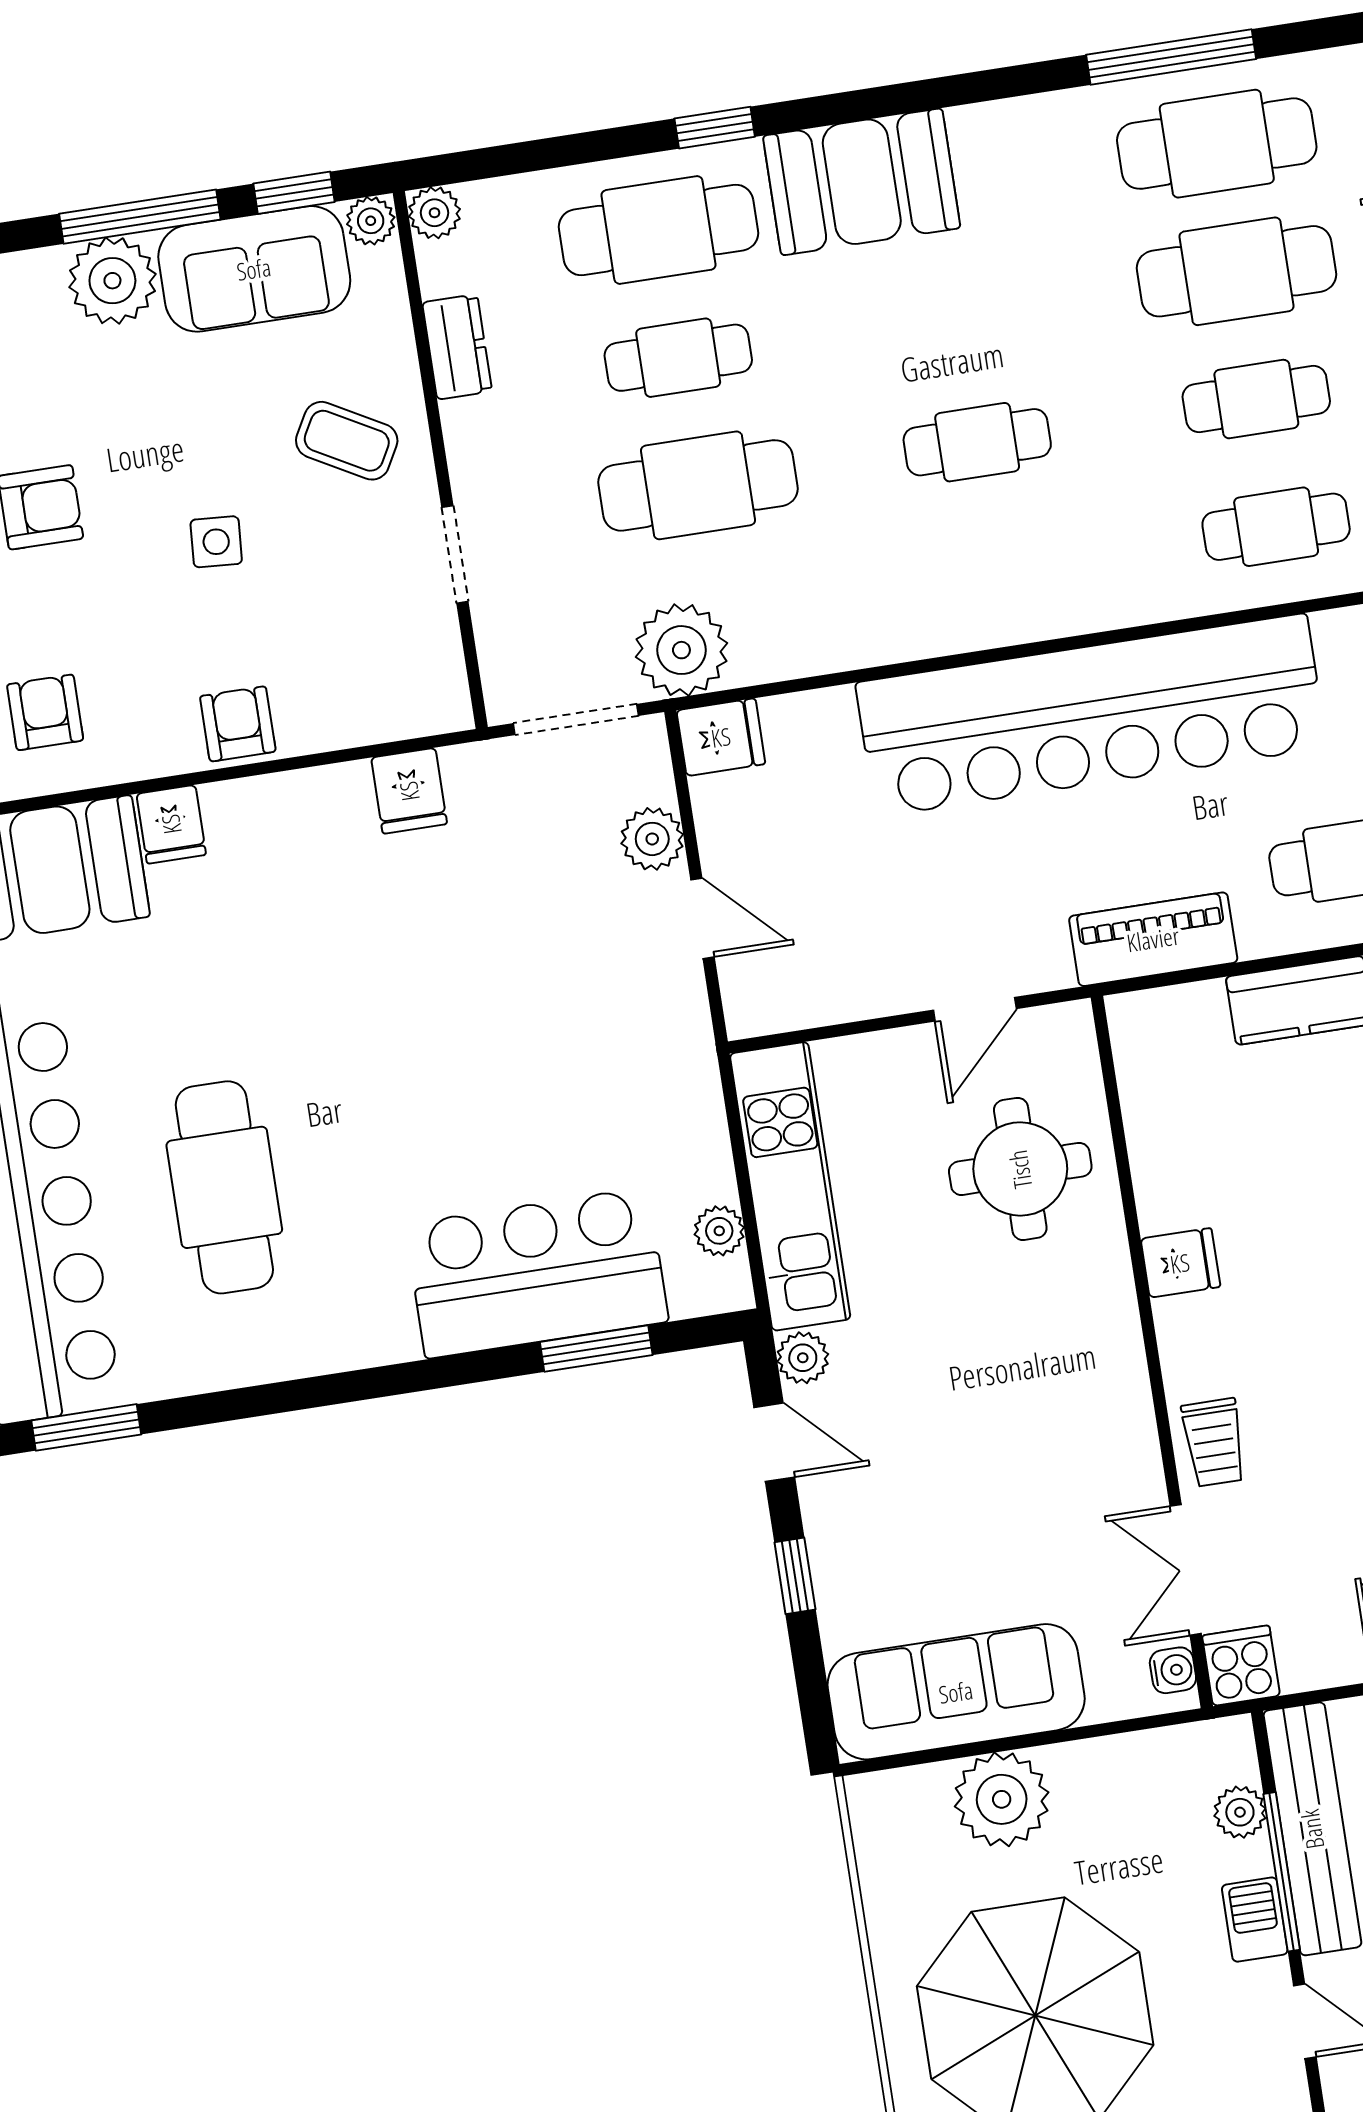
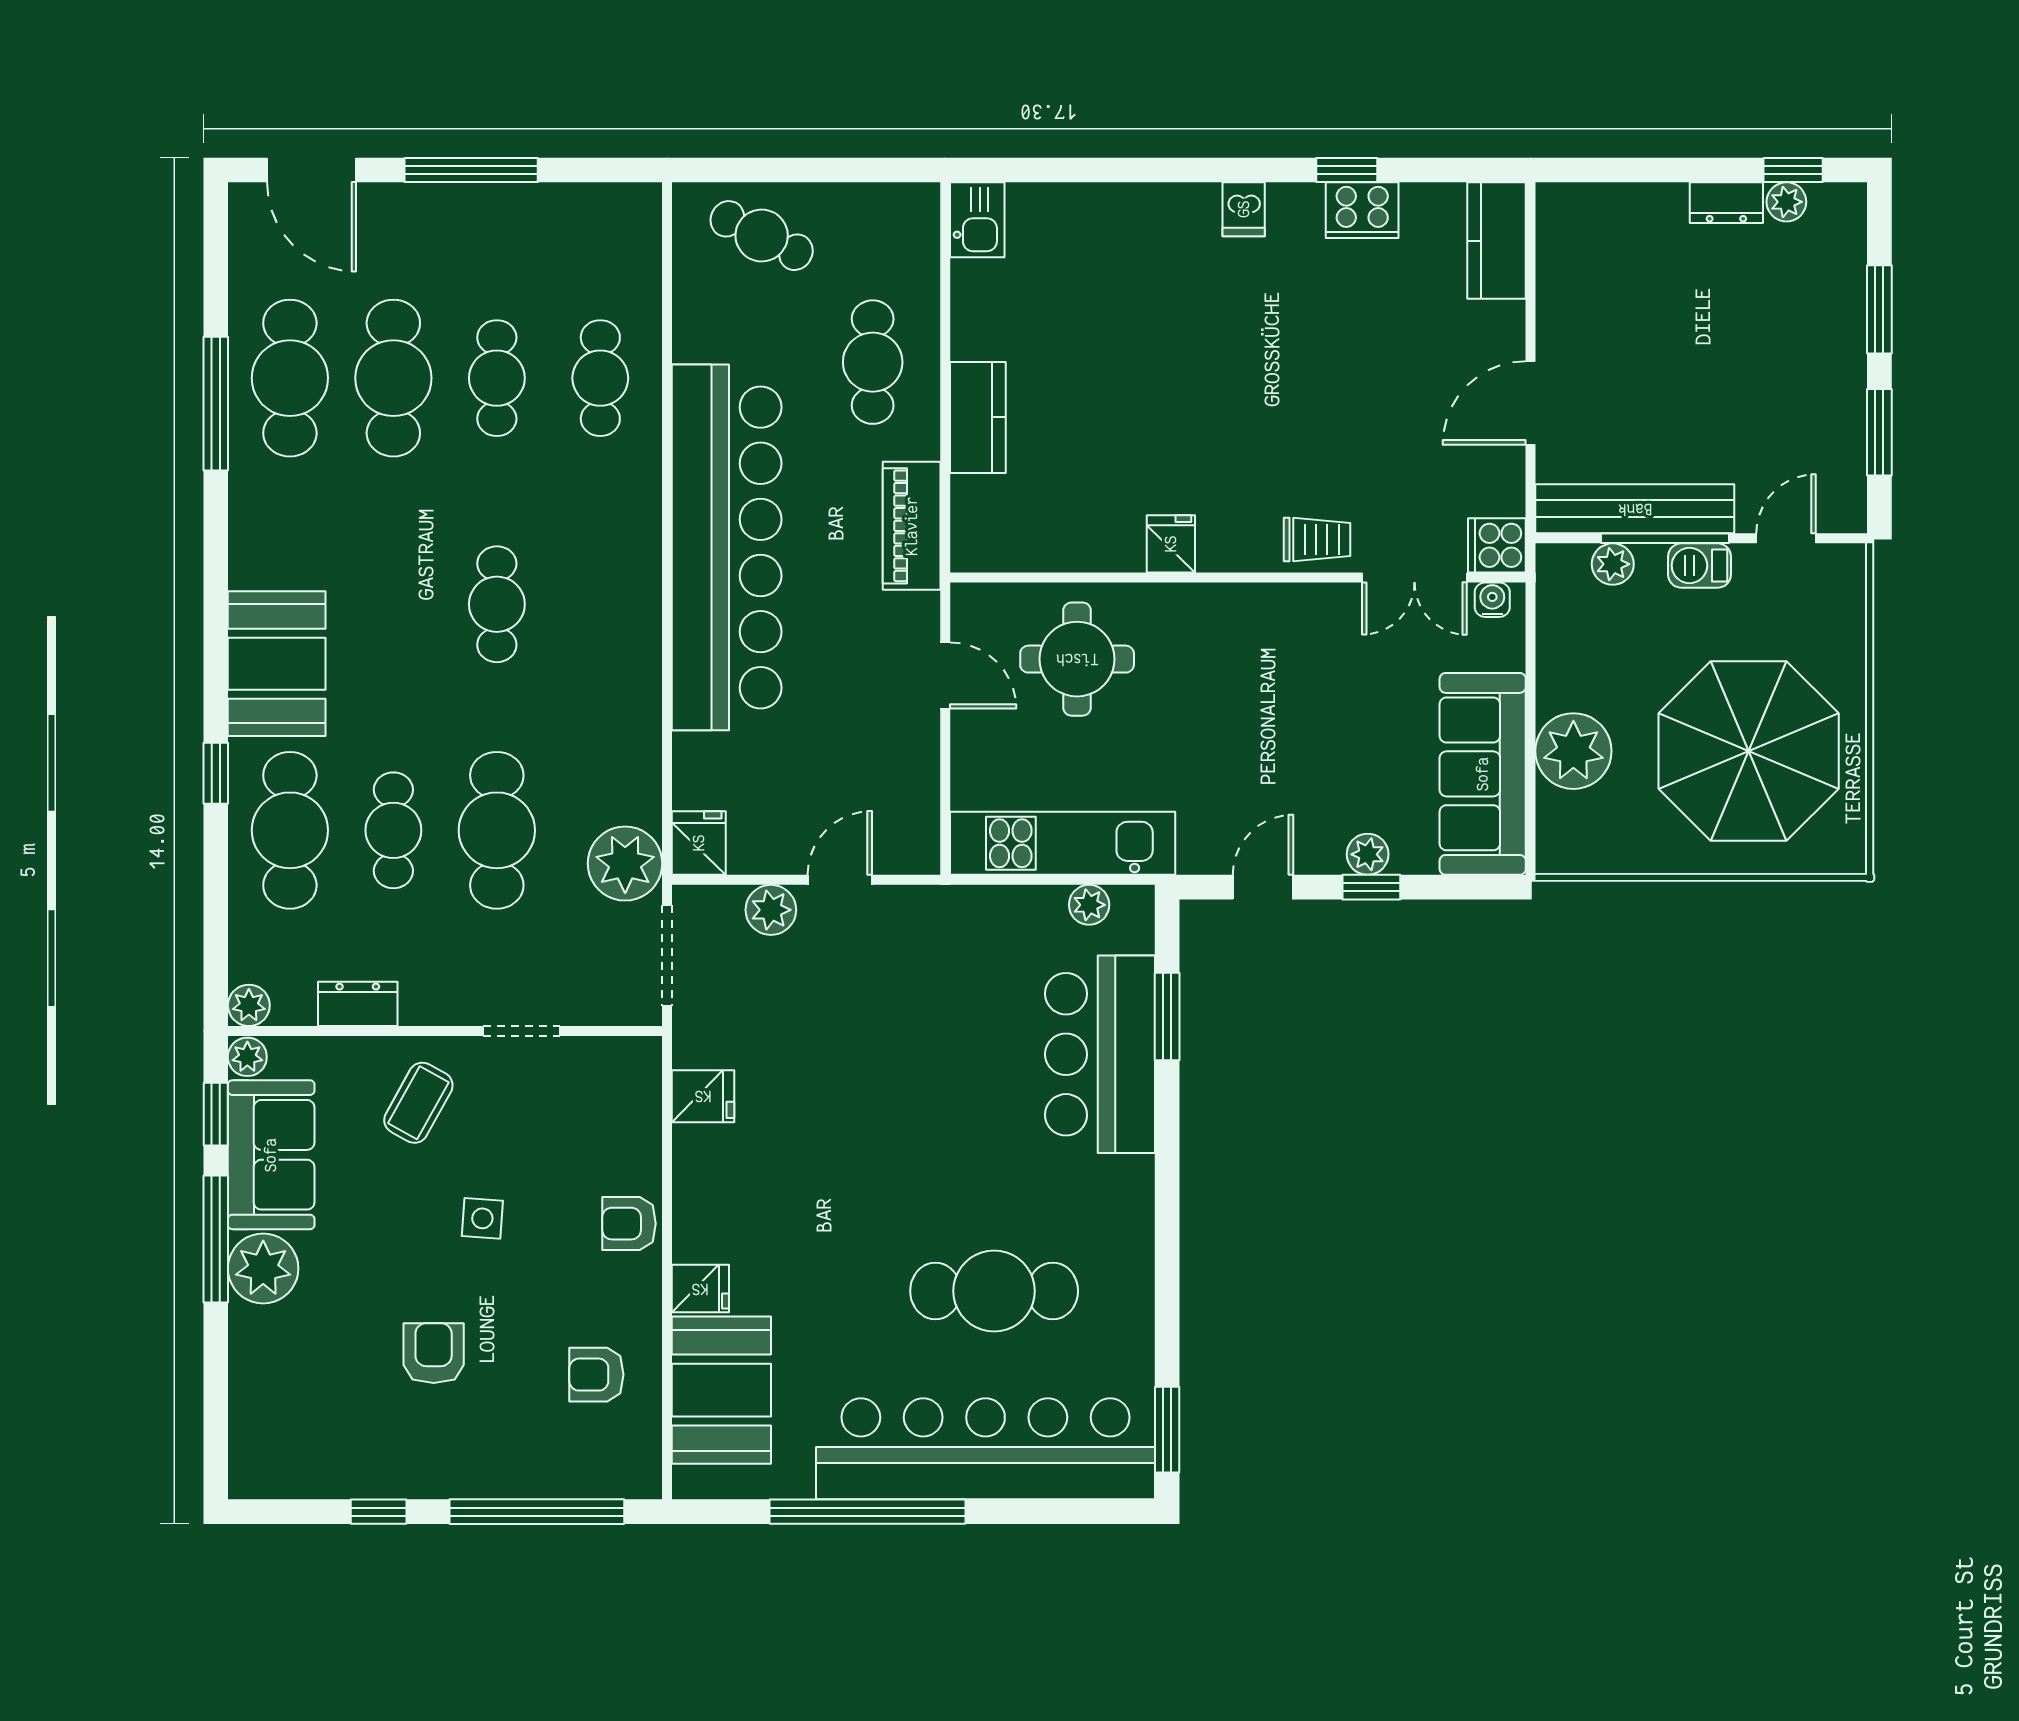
plant: (803, 1358) -> (1368, 854), moved

